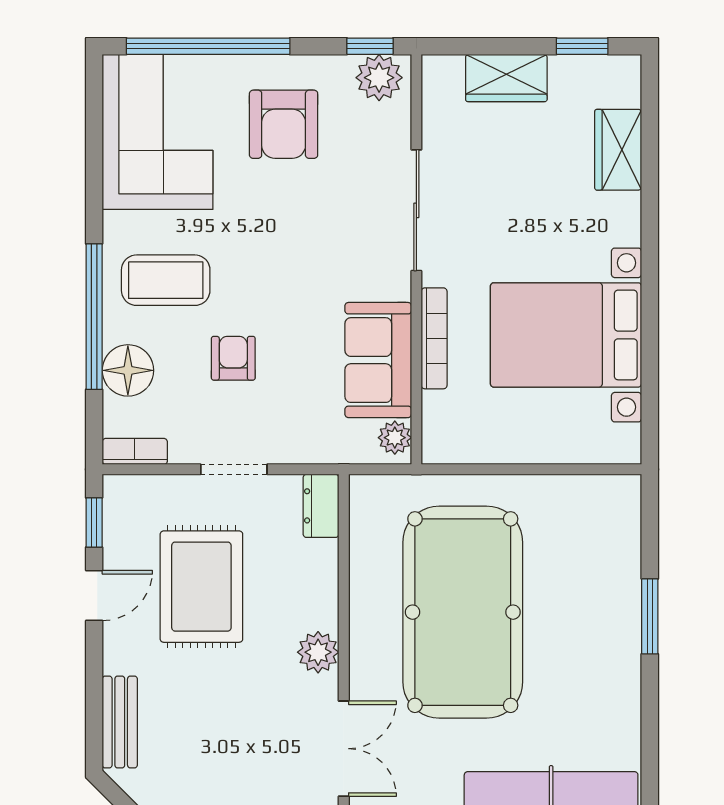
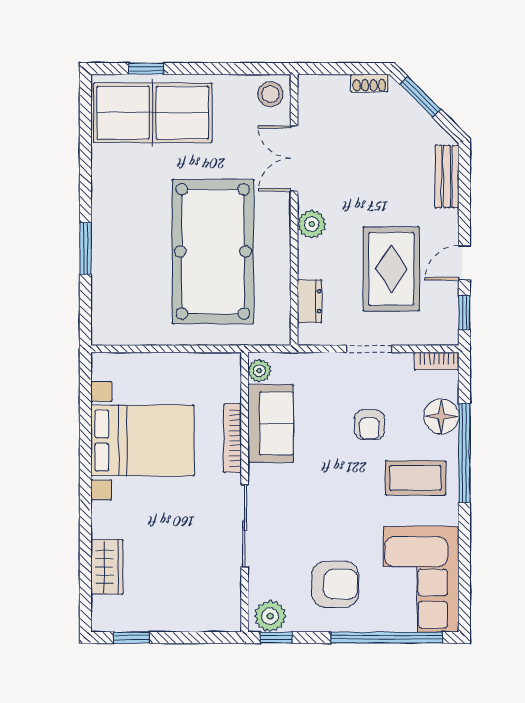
wardrobe: (506, 78) -> (183, 616), removed
armchair: (284, 124) -> (335, 584), turned 90
dresser: (321, 506) -> (310, 301), moved

